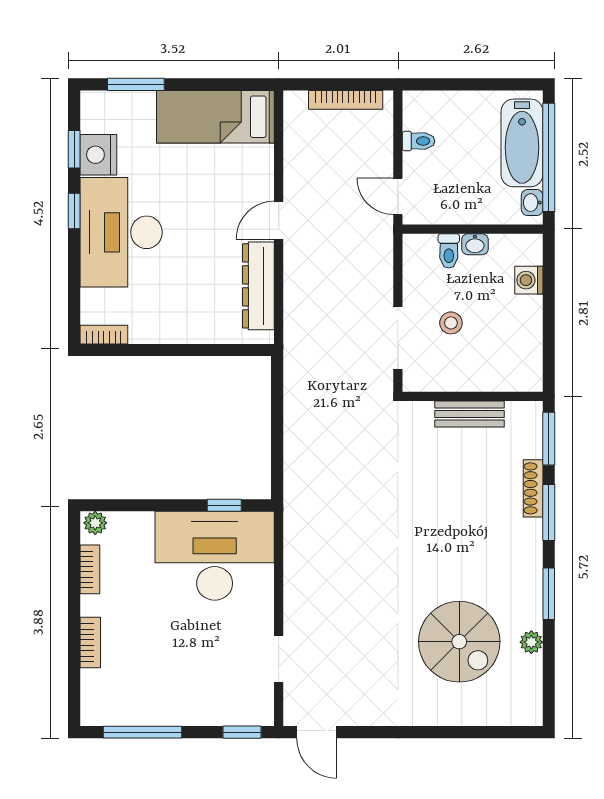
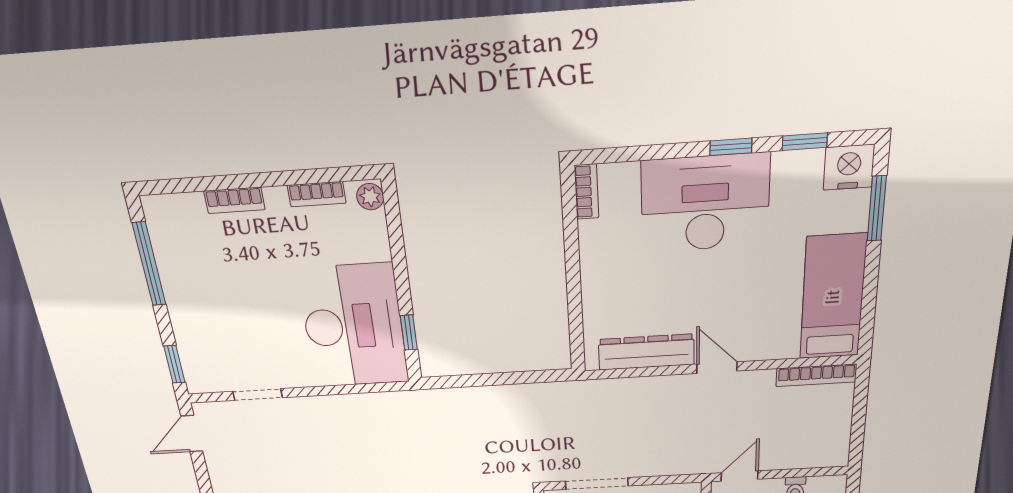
bookcase: (346, 100) -> (816, 375), moved, turned -90
nightstand: (98, 155) -> (849, 167), moved

